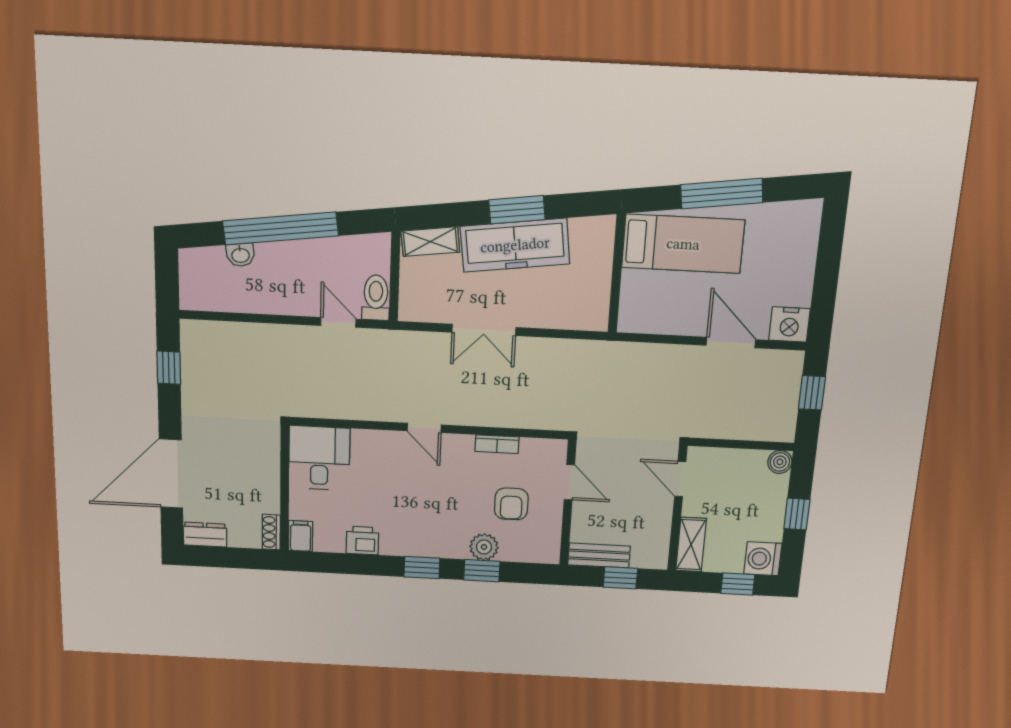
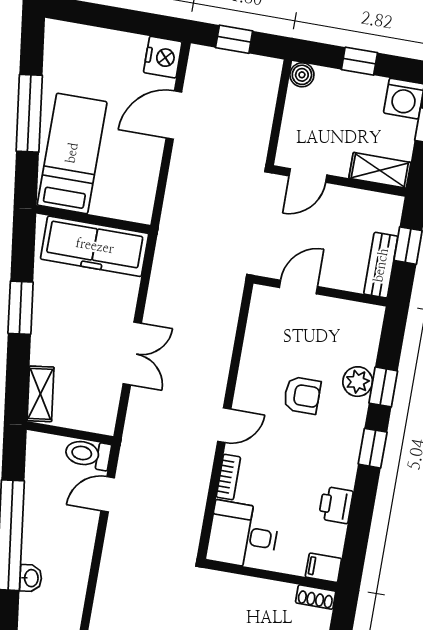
freezer: (515, 245) -> (95, 246), moved, turned 97
bookcase: (497, 444) -> (228, 477), moved
armchair: (511, 504) -> (302, 395), moved

